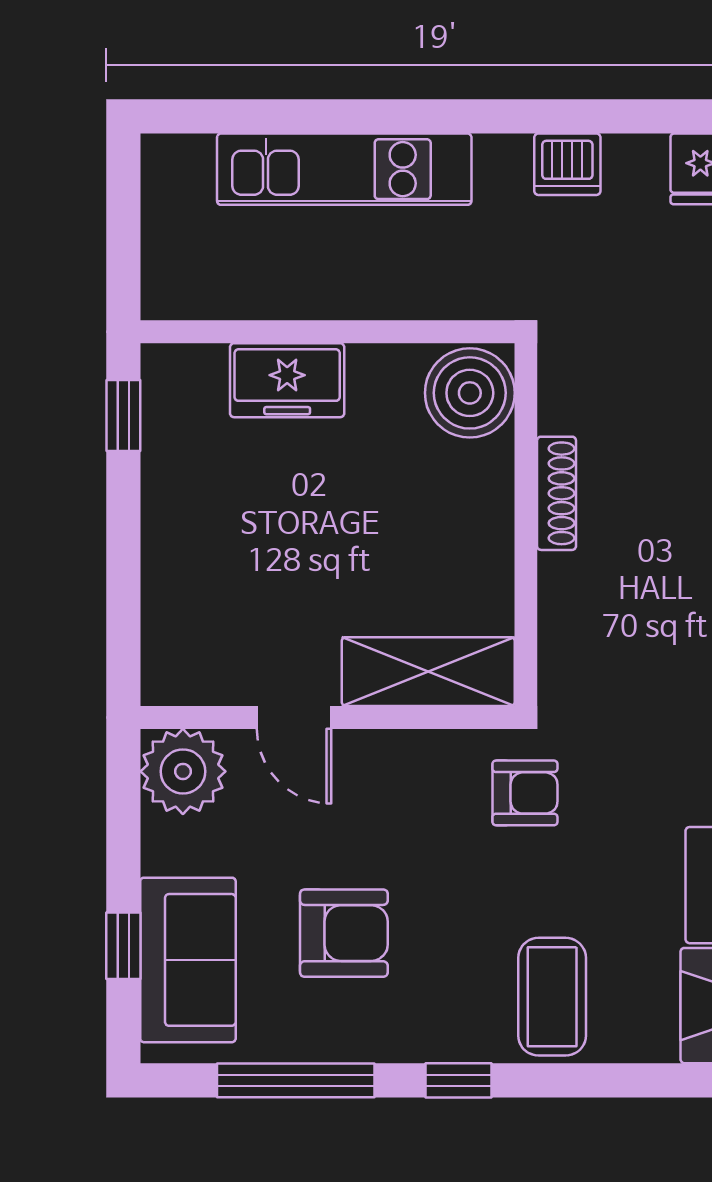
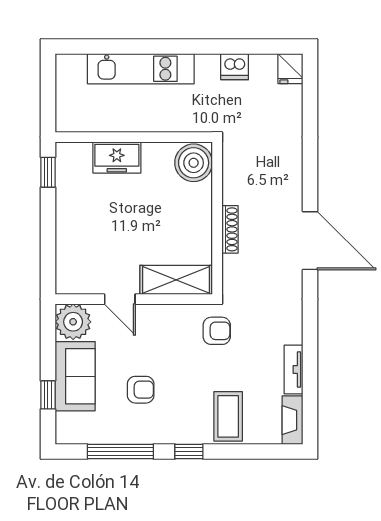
shoe rack: (557, 493) -> (230, 229), moved
armchair: (344, 933) -> (141, 390), width x0.72, depth x0.72
sofa: (188, 960) -> (75, 376), moved

